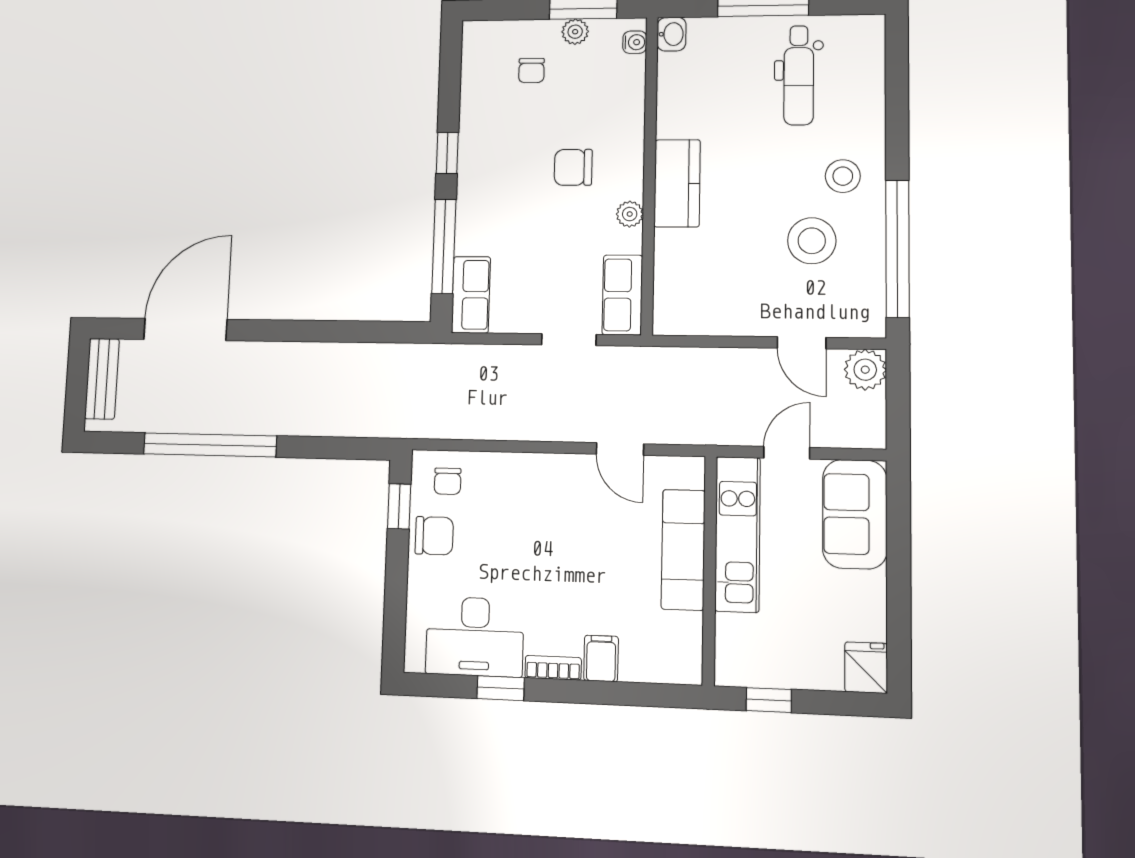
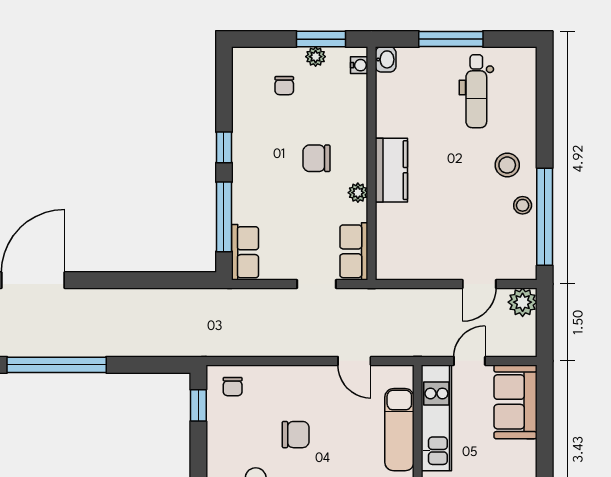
stool: (812, 241) -> (523, 205), moved, width x0.53, depth x0.53
door: (802, 343) -> (479, 284), hinge flipped
chair: (434, 536) -> (296, 435), moved

